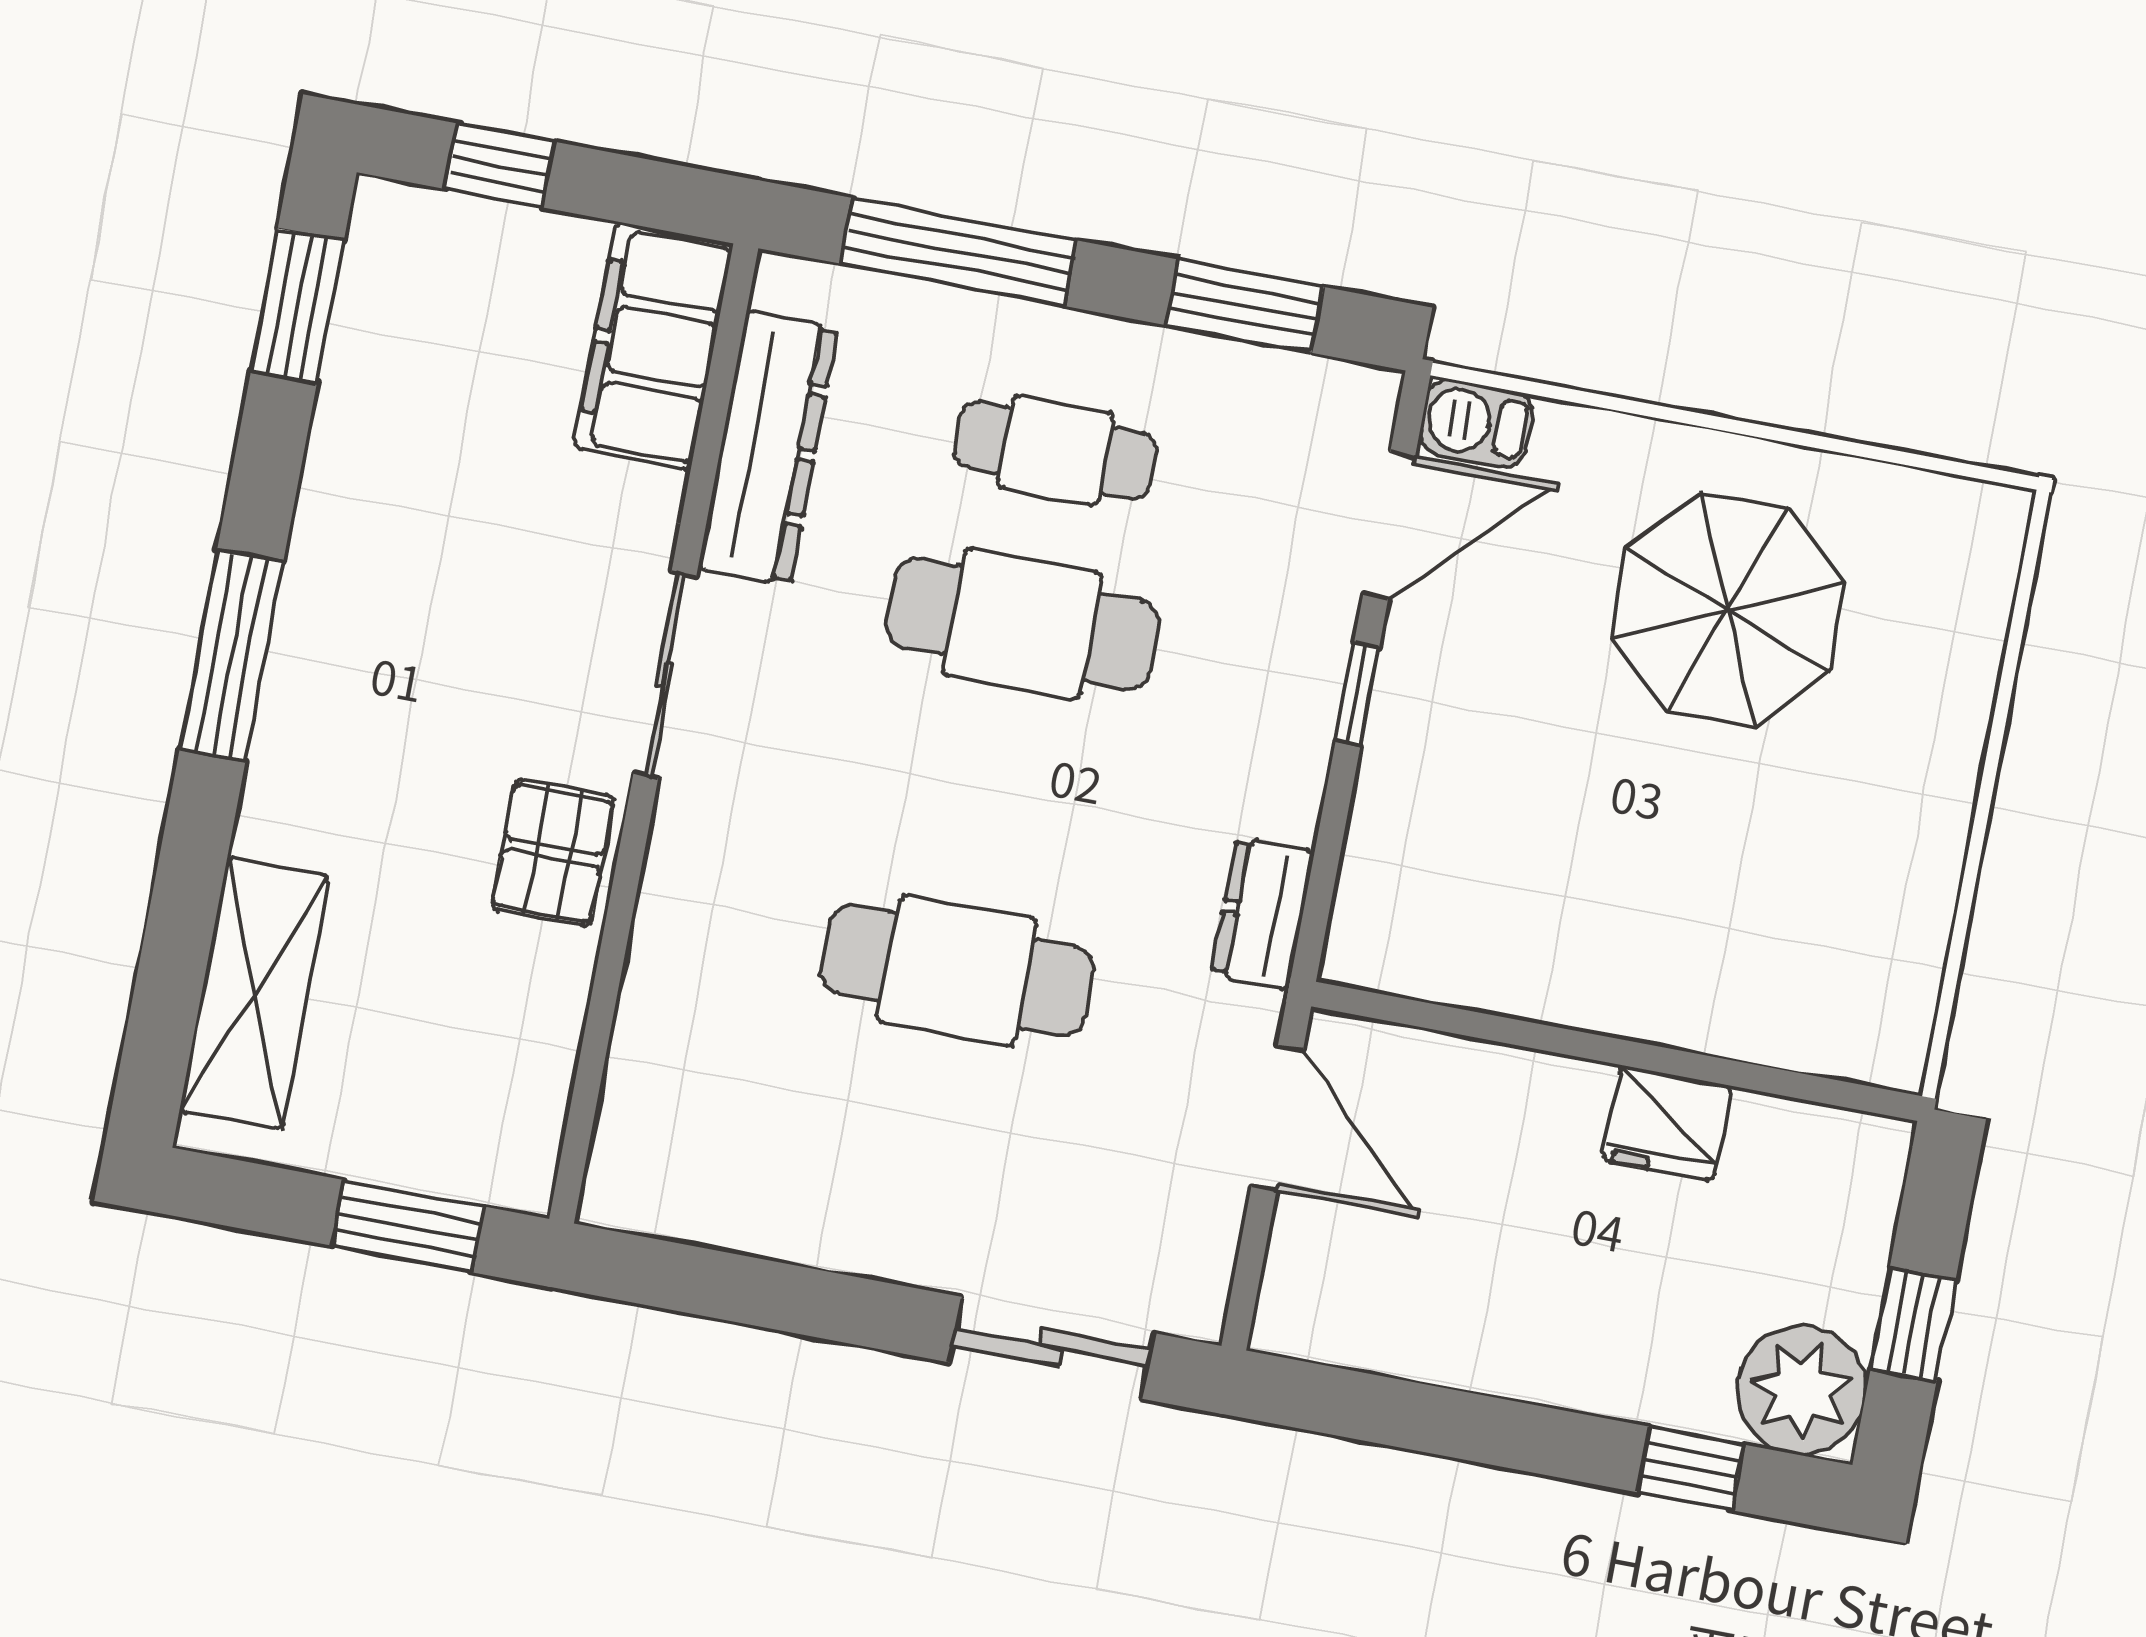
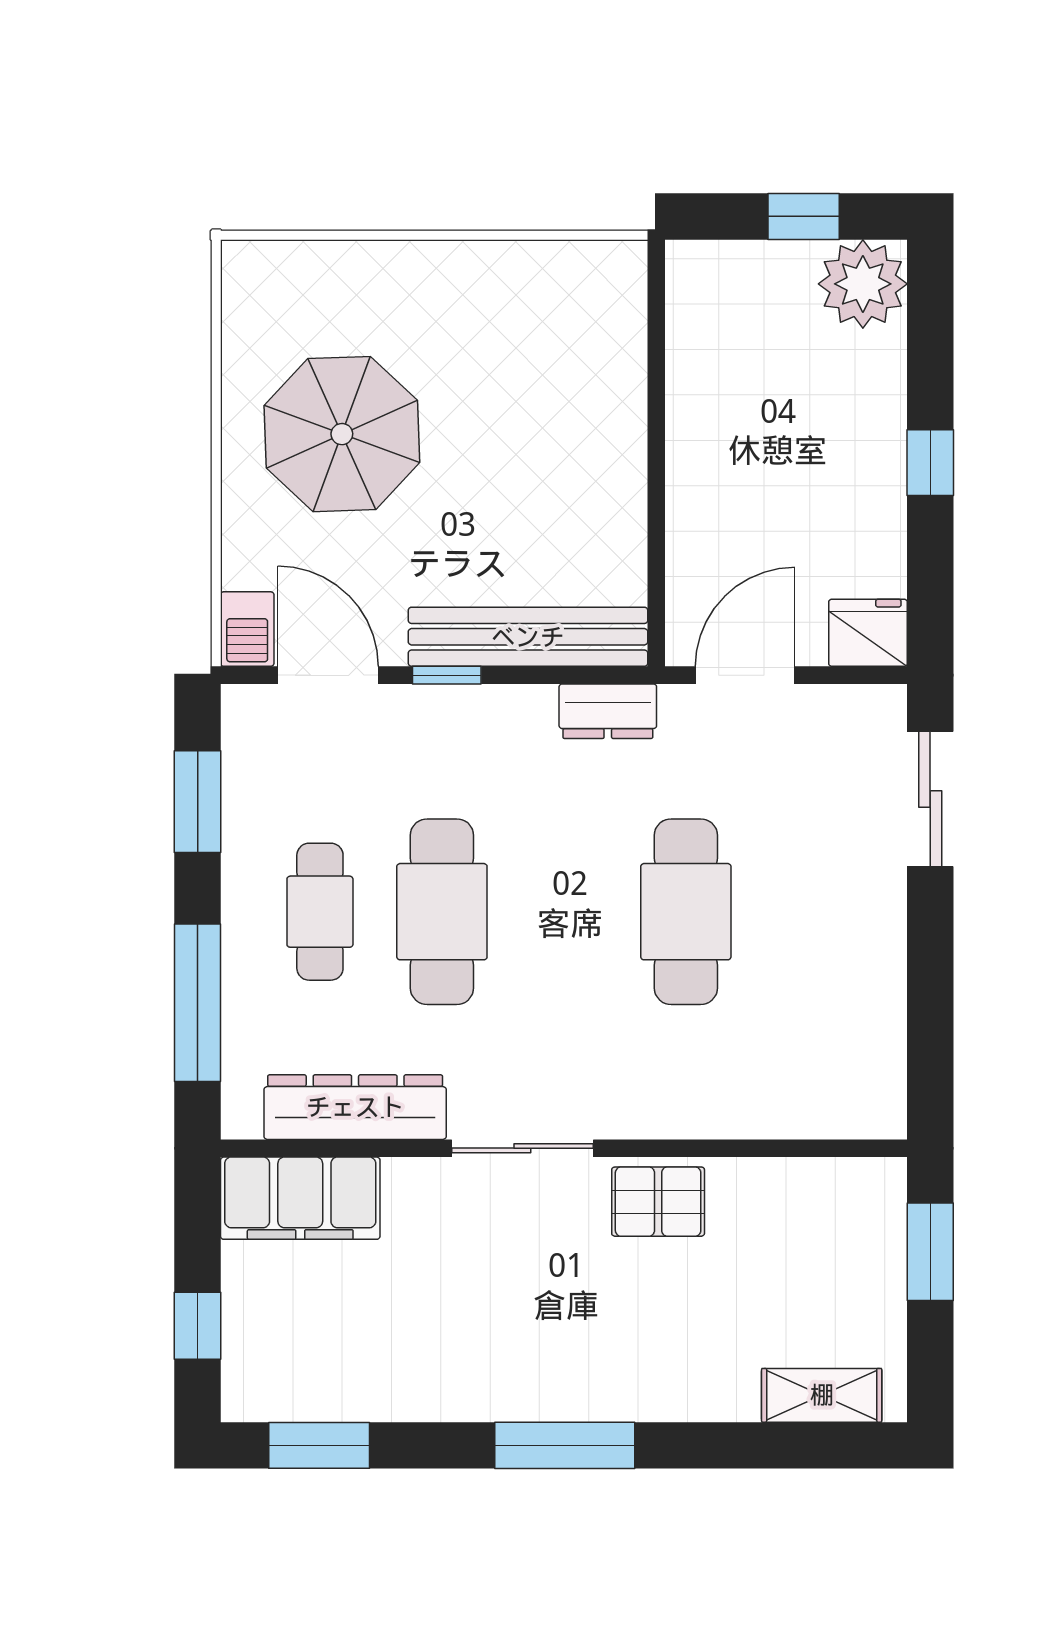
bench: (1390, 820) -> (528, 637), added
shelving: (254, 993) -> (822, 1395), width x0.67, depth x0.75
fridge: (1667, 1123) -> (868, 633), moved, turned -90
window: (1691, 1469) -> (930, 463), moved

